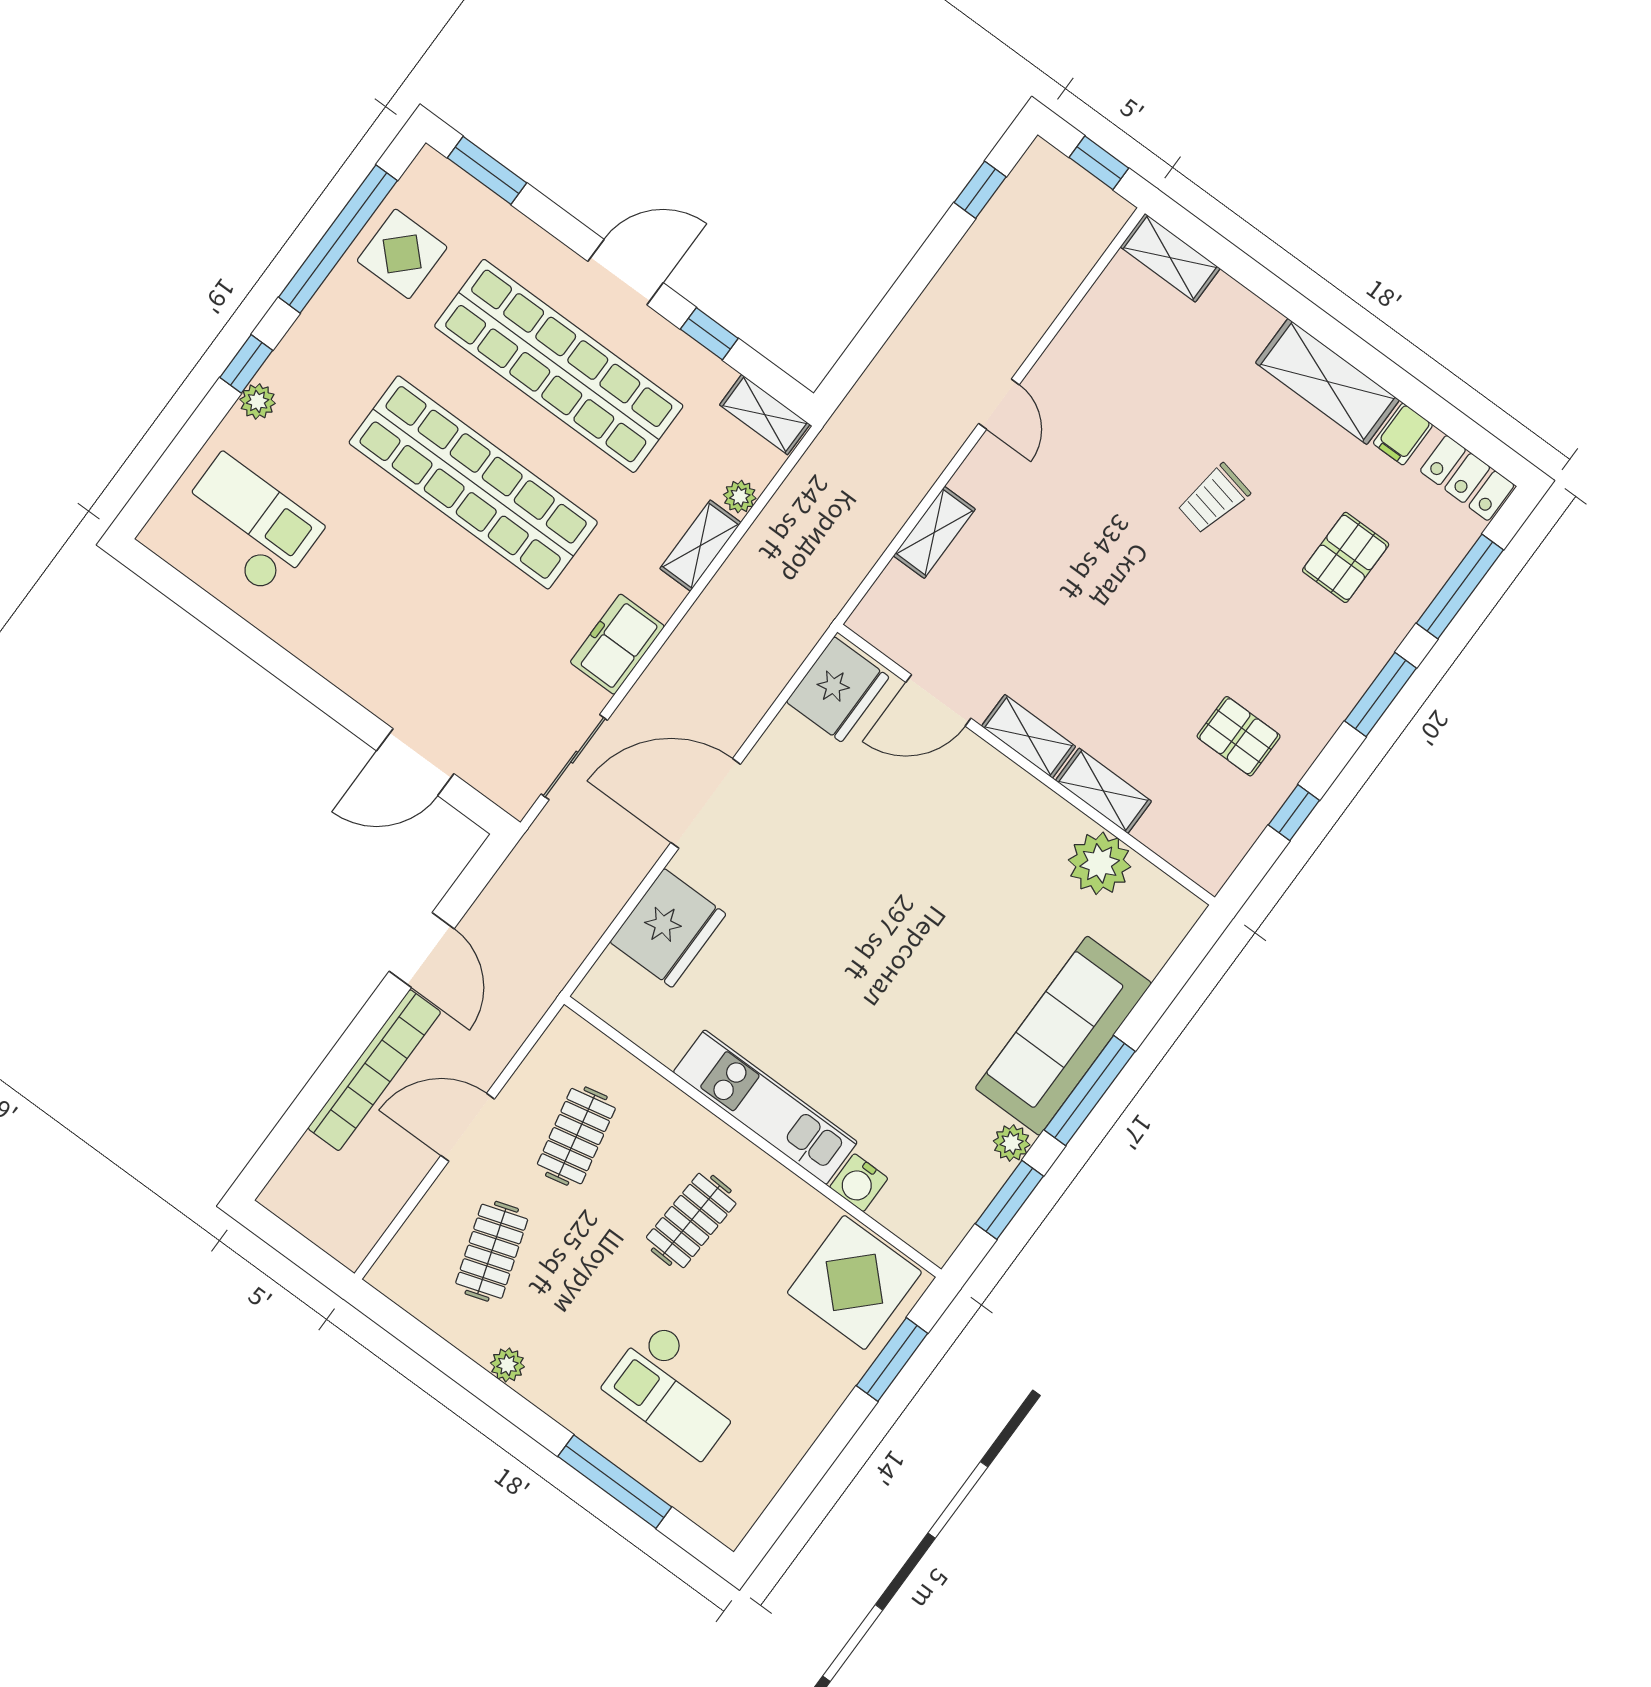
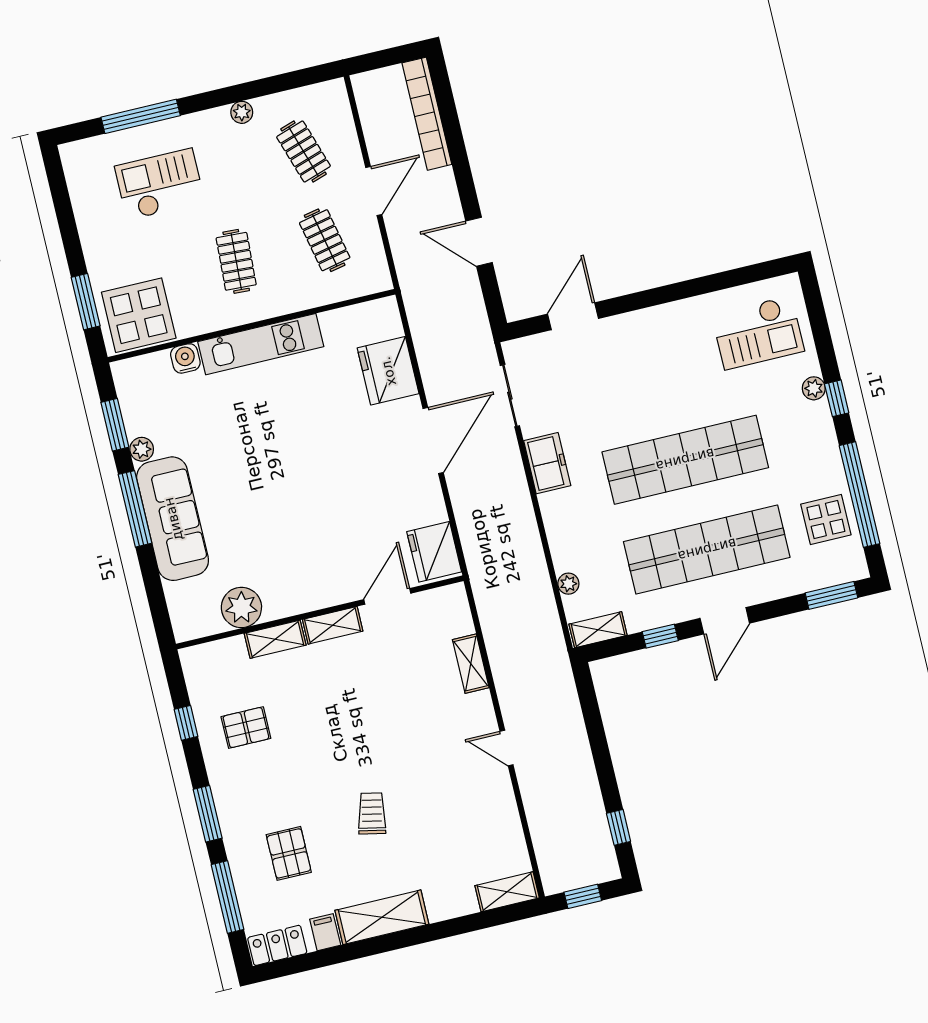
shelving: (700, 546) -> (561, 544), removed
bookcase: (374, 1070) -> (427, 114), moved

